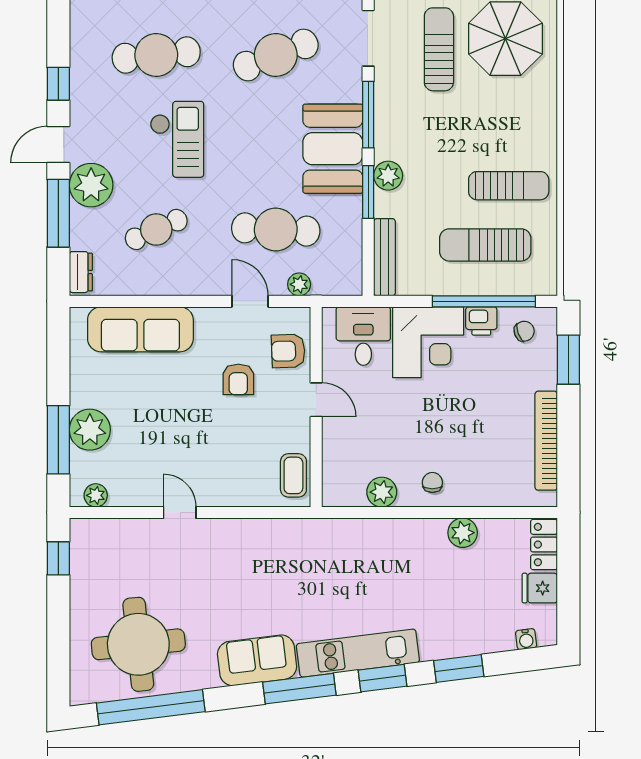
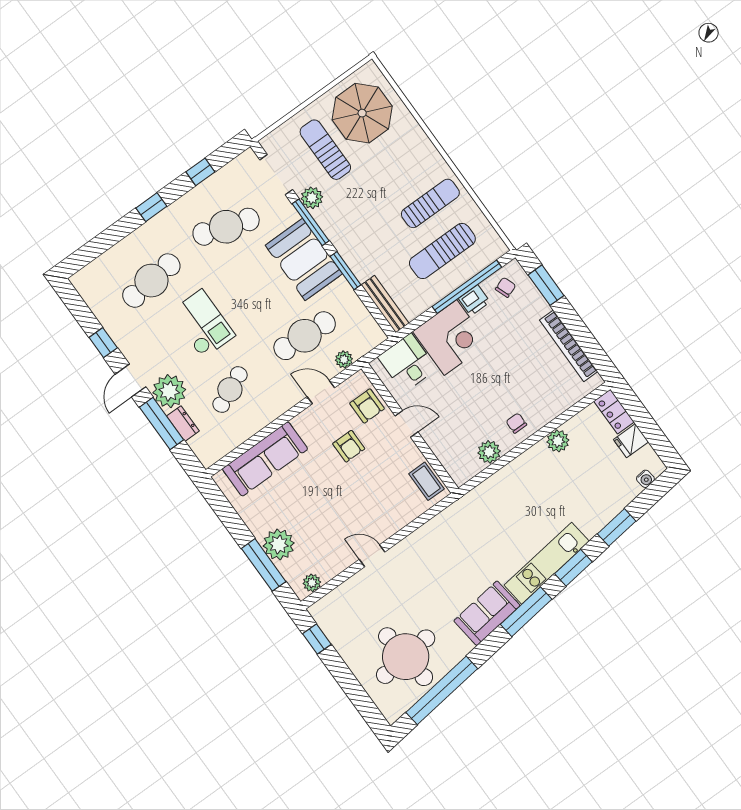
cafe table: (276, 55) -> (226, 227), turned 39
plant: (388, 176) -> (312, 198), moved
dresser: (81, 272) -> (183, 424), moved
armchair: (288, 351) -> (367, 406), turned -88

